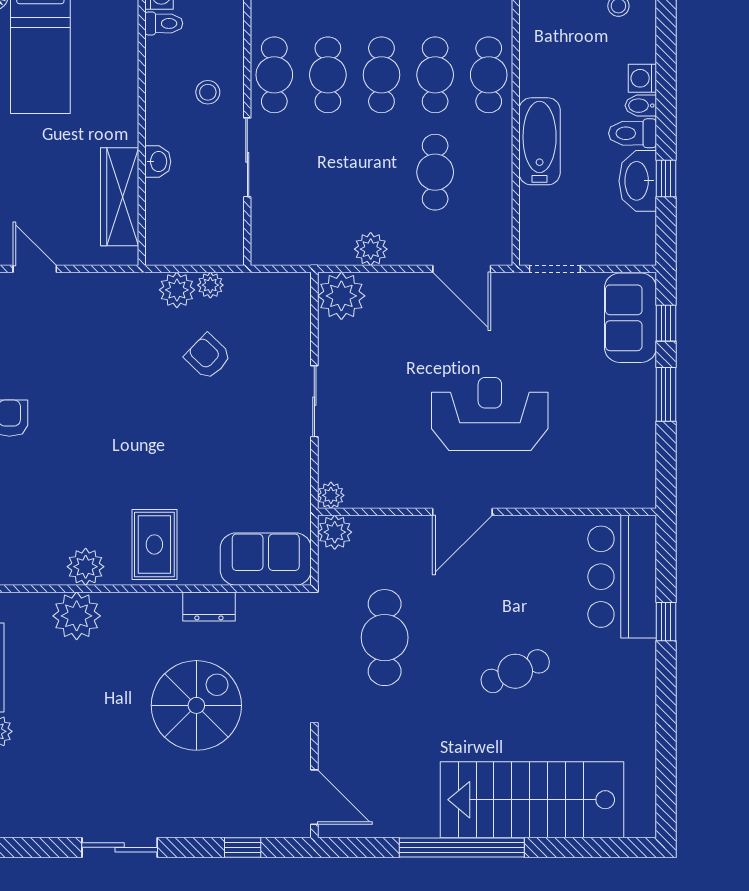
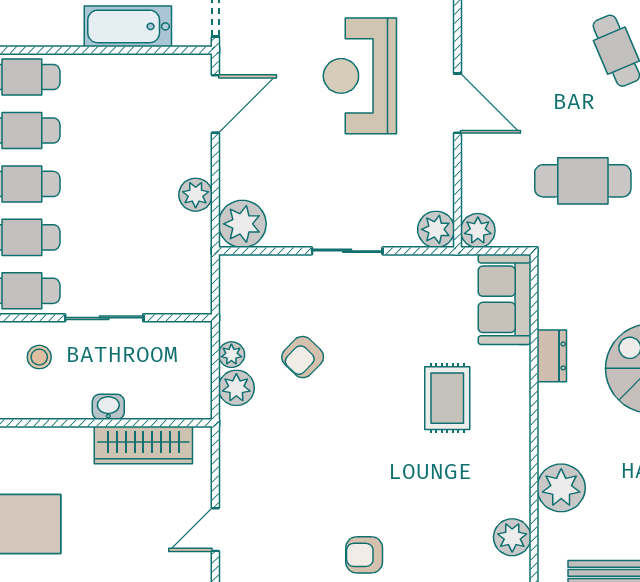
bathtub: (540, 141) -> (128, 26), moved
cafe table: (435, 172) -> (119, 130), removed
plant: (331, 495) -> (436, 229), width x1.38, depth x1.38
rug: (154, 544) -> (447, 398), moved, turned 90
plant: (86, 567) -> (512, 537), moved

